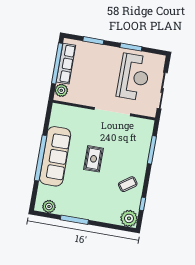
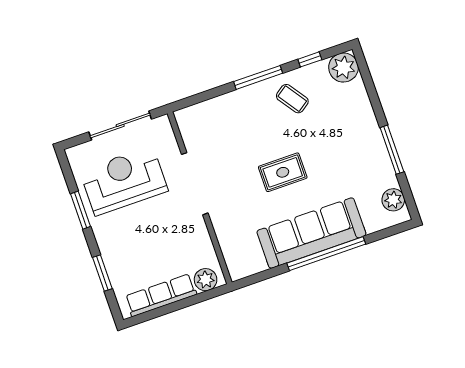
window: (57, 63) -> (168, 309), removed
window: (152, 150) -> (258, 77), moved

